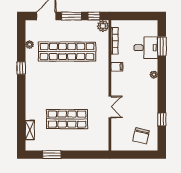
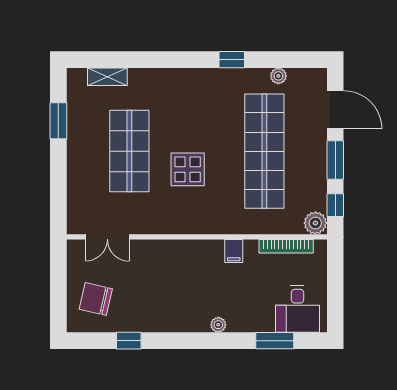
desk: (146, 48) -> (297, 309), moved
display table: (76, 90) -> (188, 169), added
double door: (110, 107) -> (107, 237), moved

